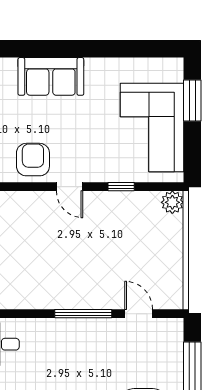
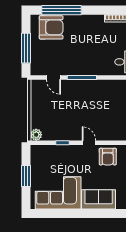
window: (192, 101) -> (26, 176), moved
corner sofa: (152, 128) -> (58, 193), moved, turned -90

